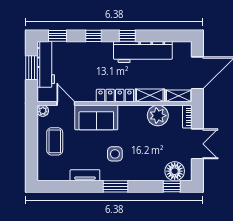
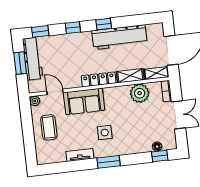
floor lamp: (175, 171) -> (157, 146), width x0.53, depth x0.53

